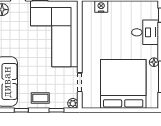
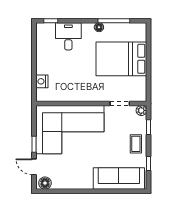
bed: (123, 84) -> (121, 59), width x0.73

